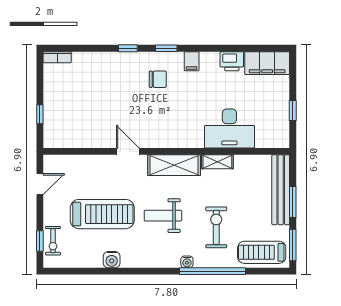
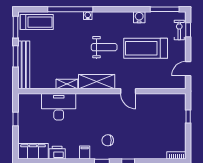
exercise bike: (216, 227) -> (68, 39), removed
window: (74, 271) -> (165, 9), added

